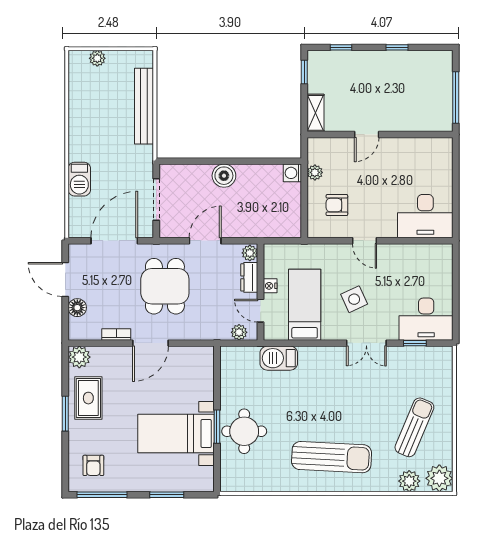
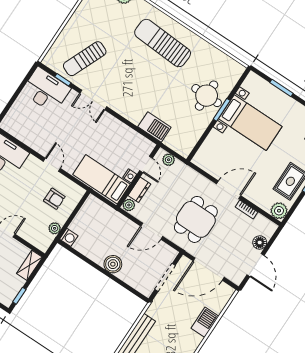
side table: (354, 299) -> (83, 133), removed
bed: (305, 305) -> (101, 179), moved, turned 90
double door: (366, 343) -> (93, 100), swing flipped
sun lounger: (414, 427) -> (85, 59), moved

